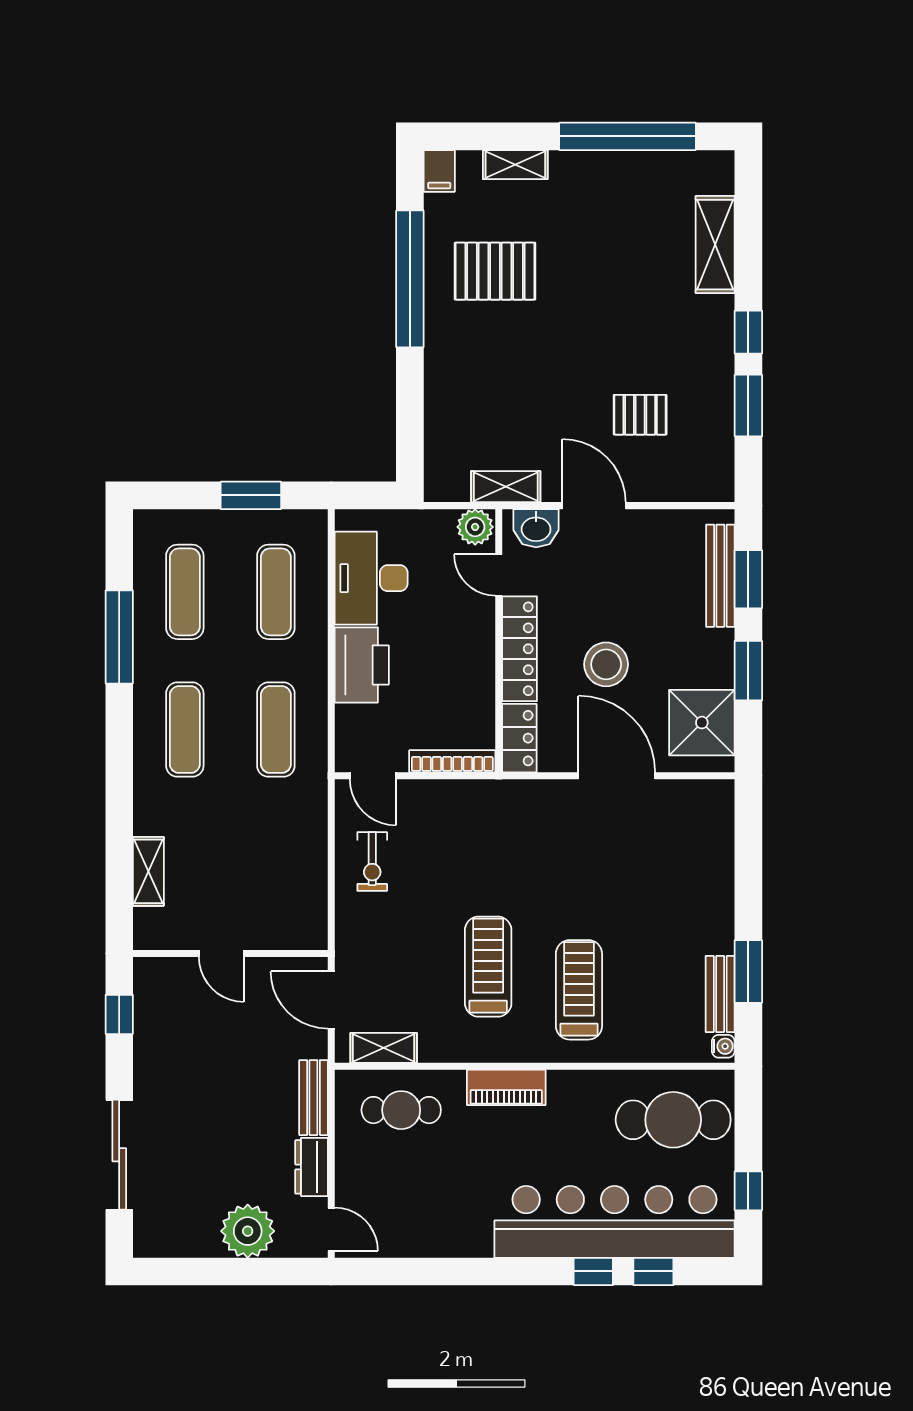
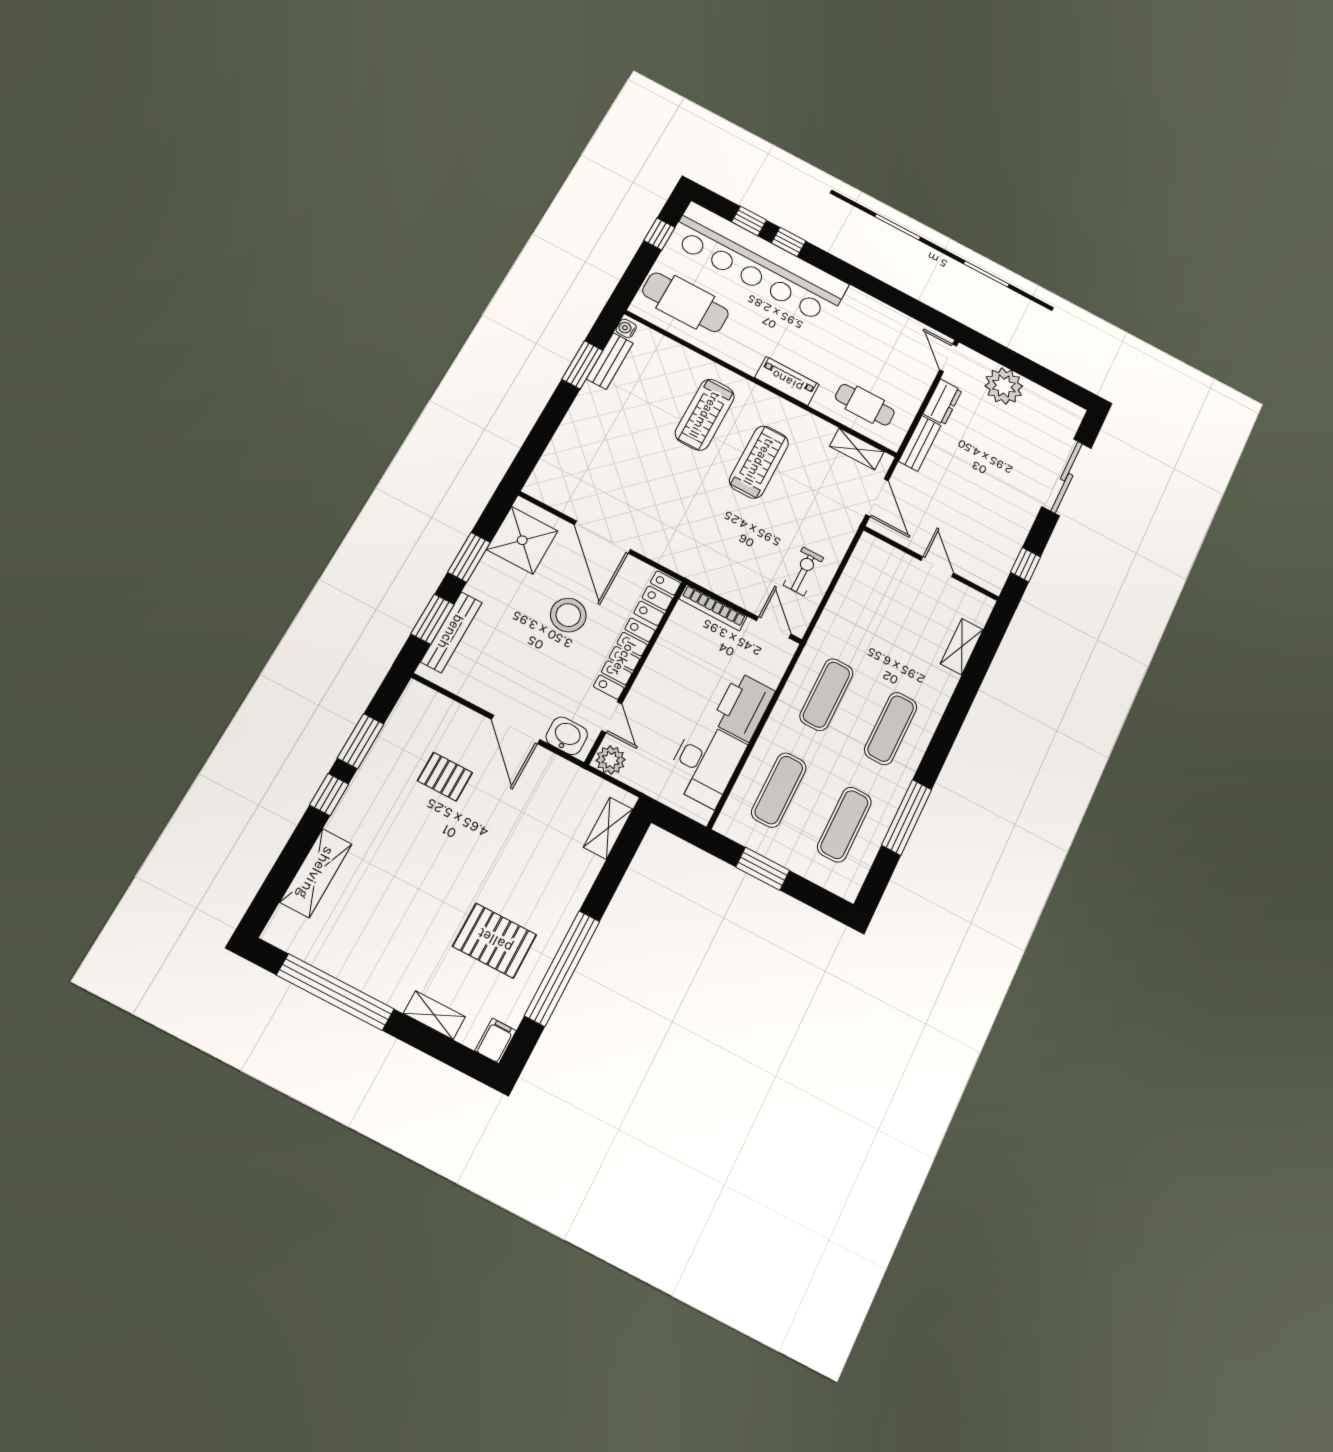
shelving: (506, 487) -> (608, 828), moved, turned 90
treadmill: (488, 967) -> (759, 462), turned 180

